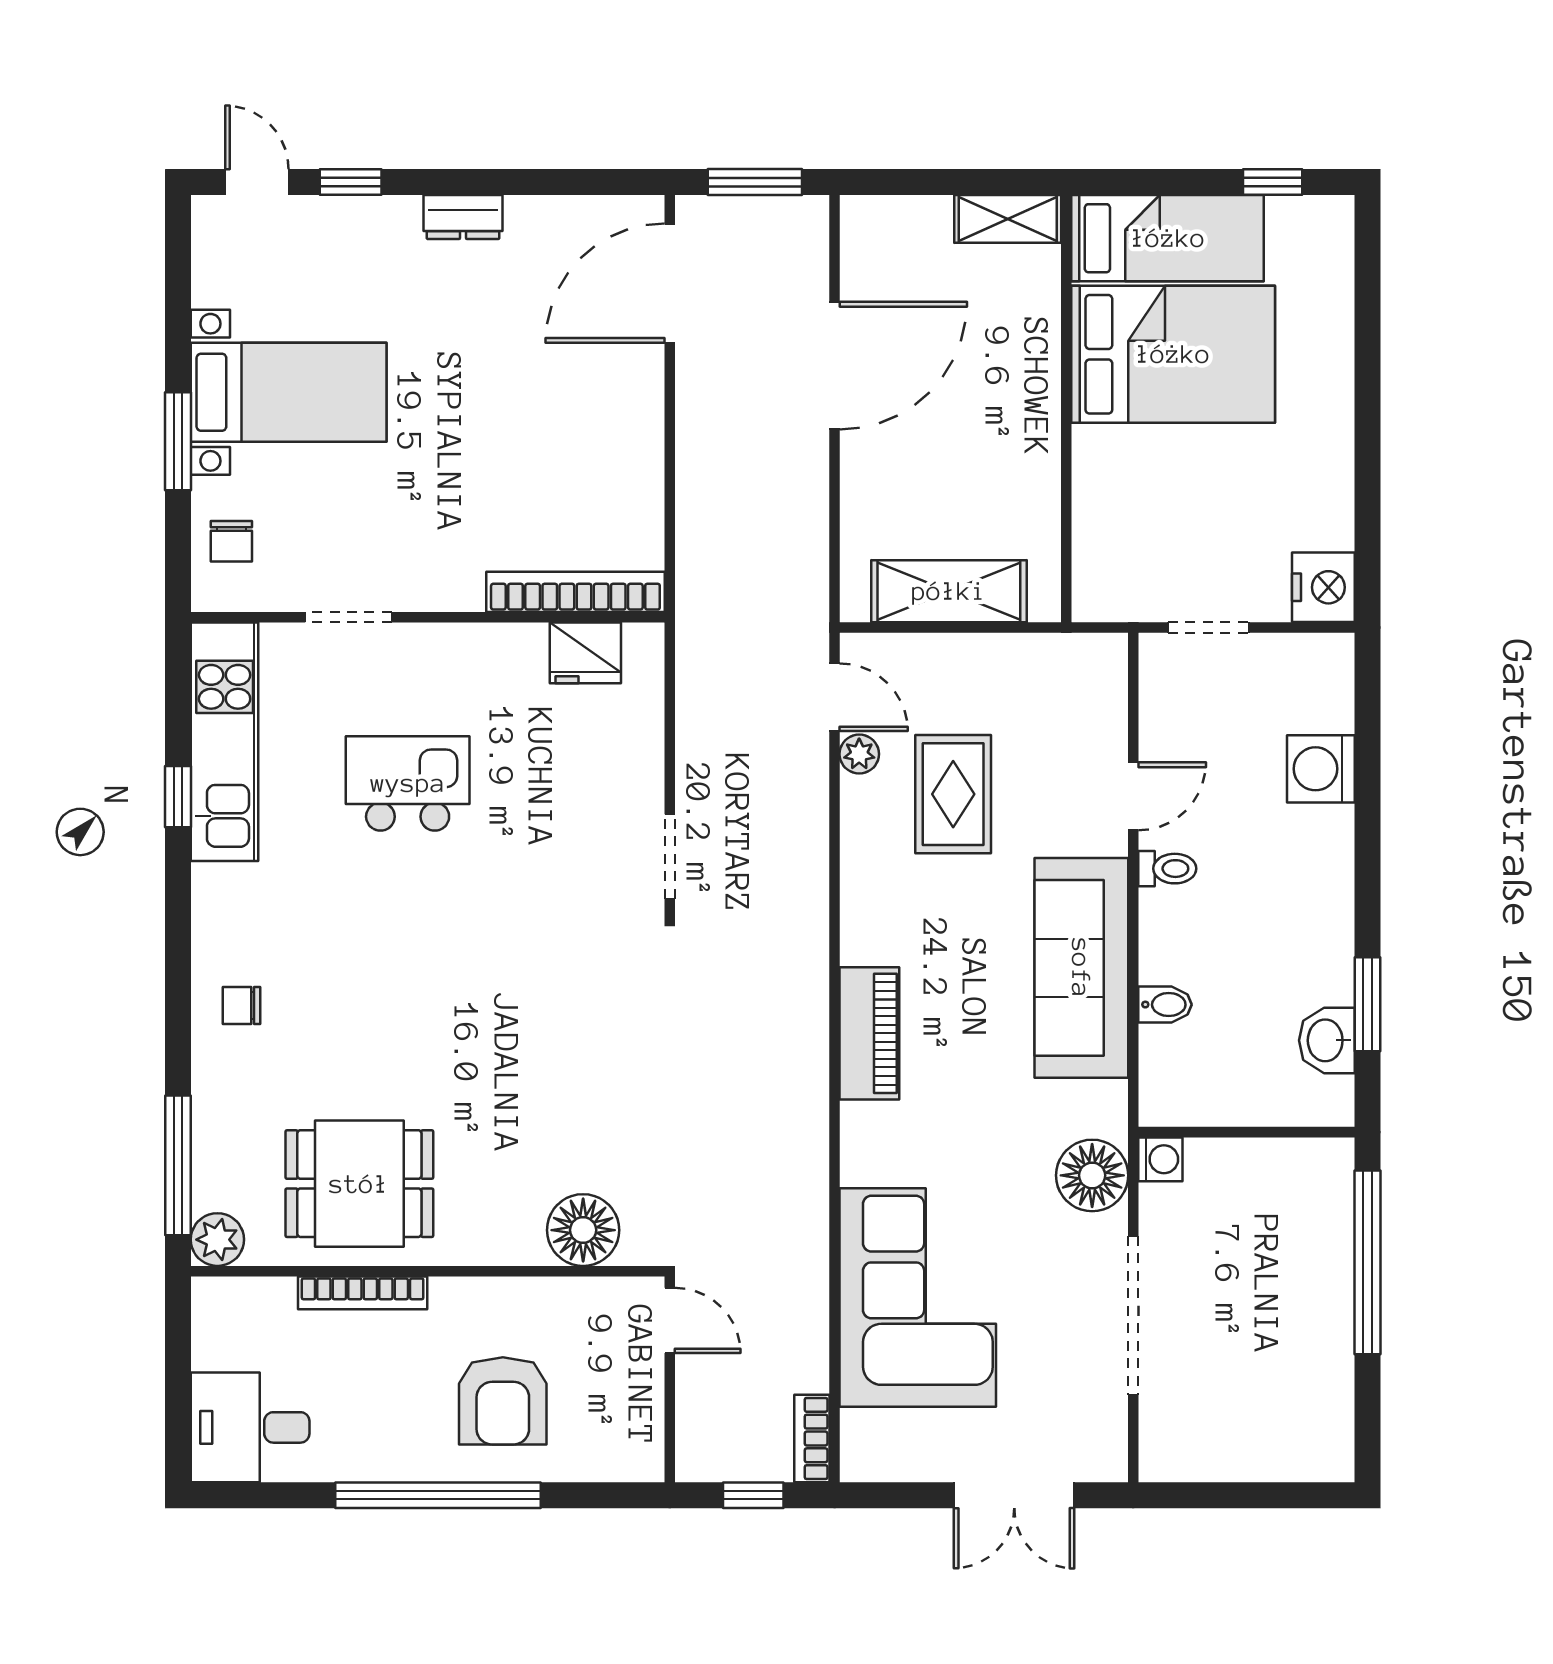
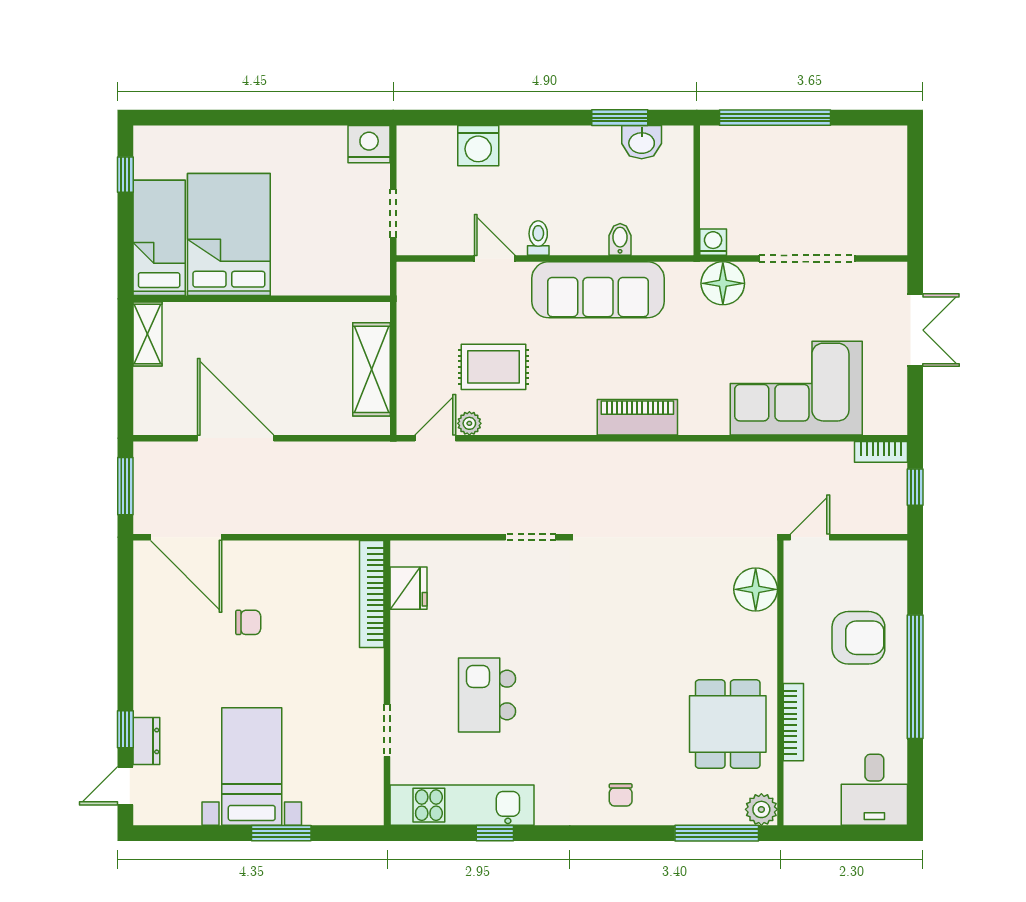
dresser: (463, 217) -> (146, 741), moved
chair: (231, 541) -> (248, 622), moved

